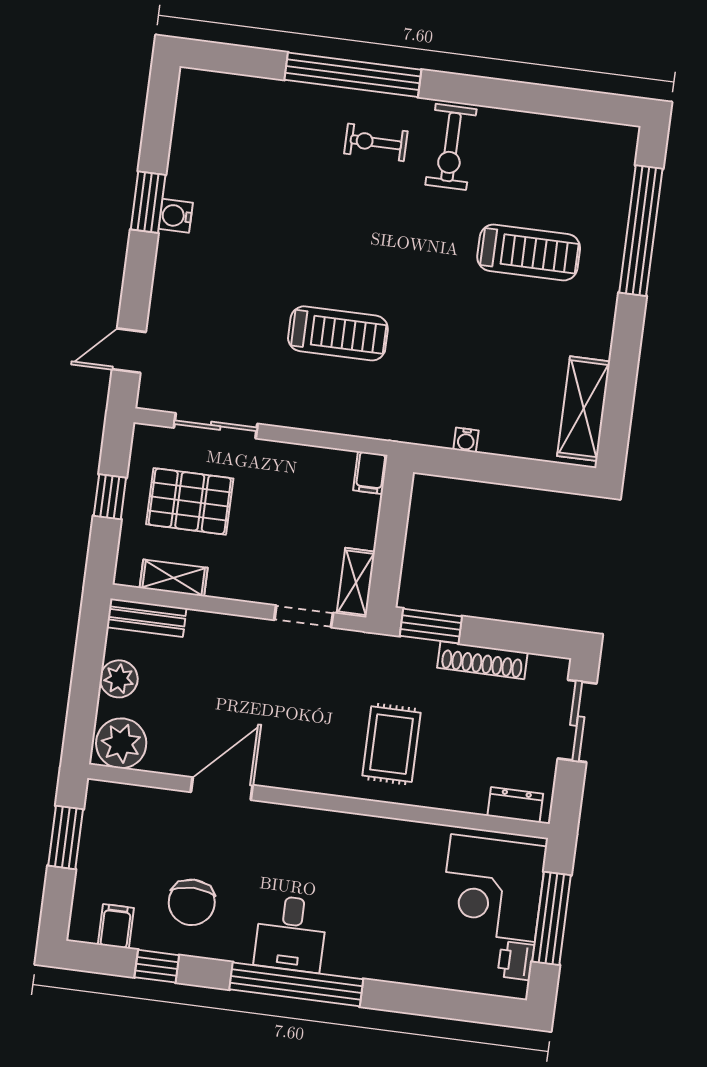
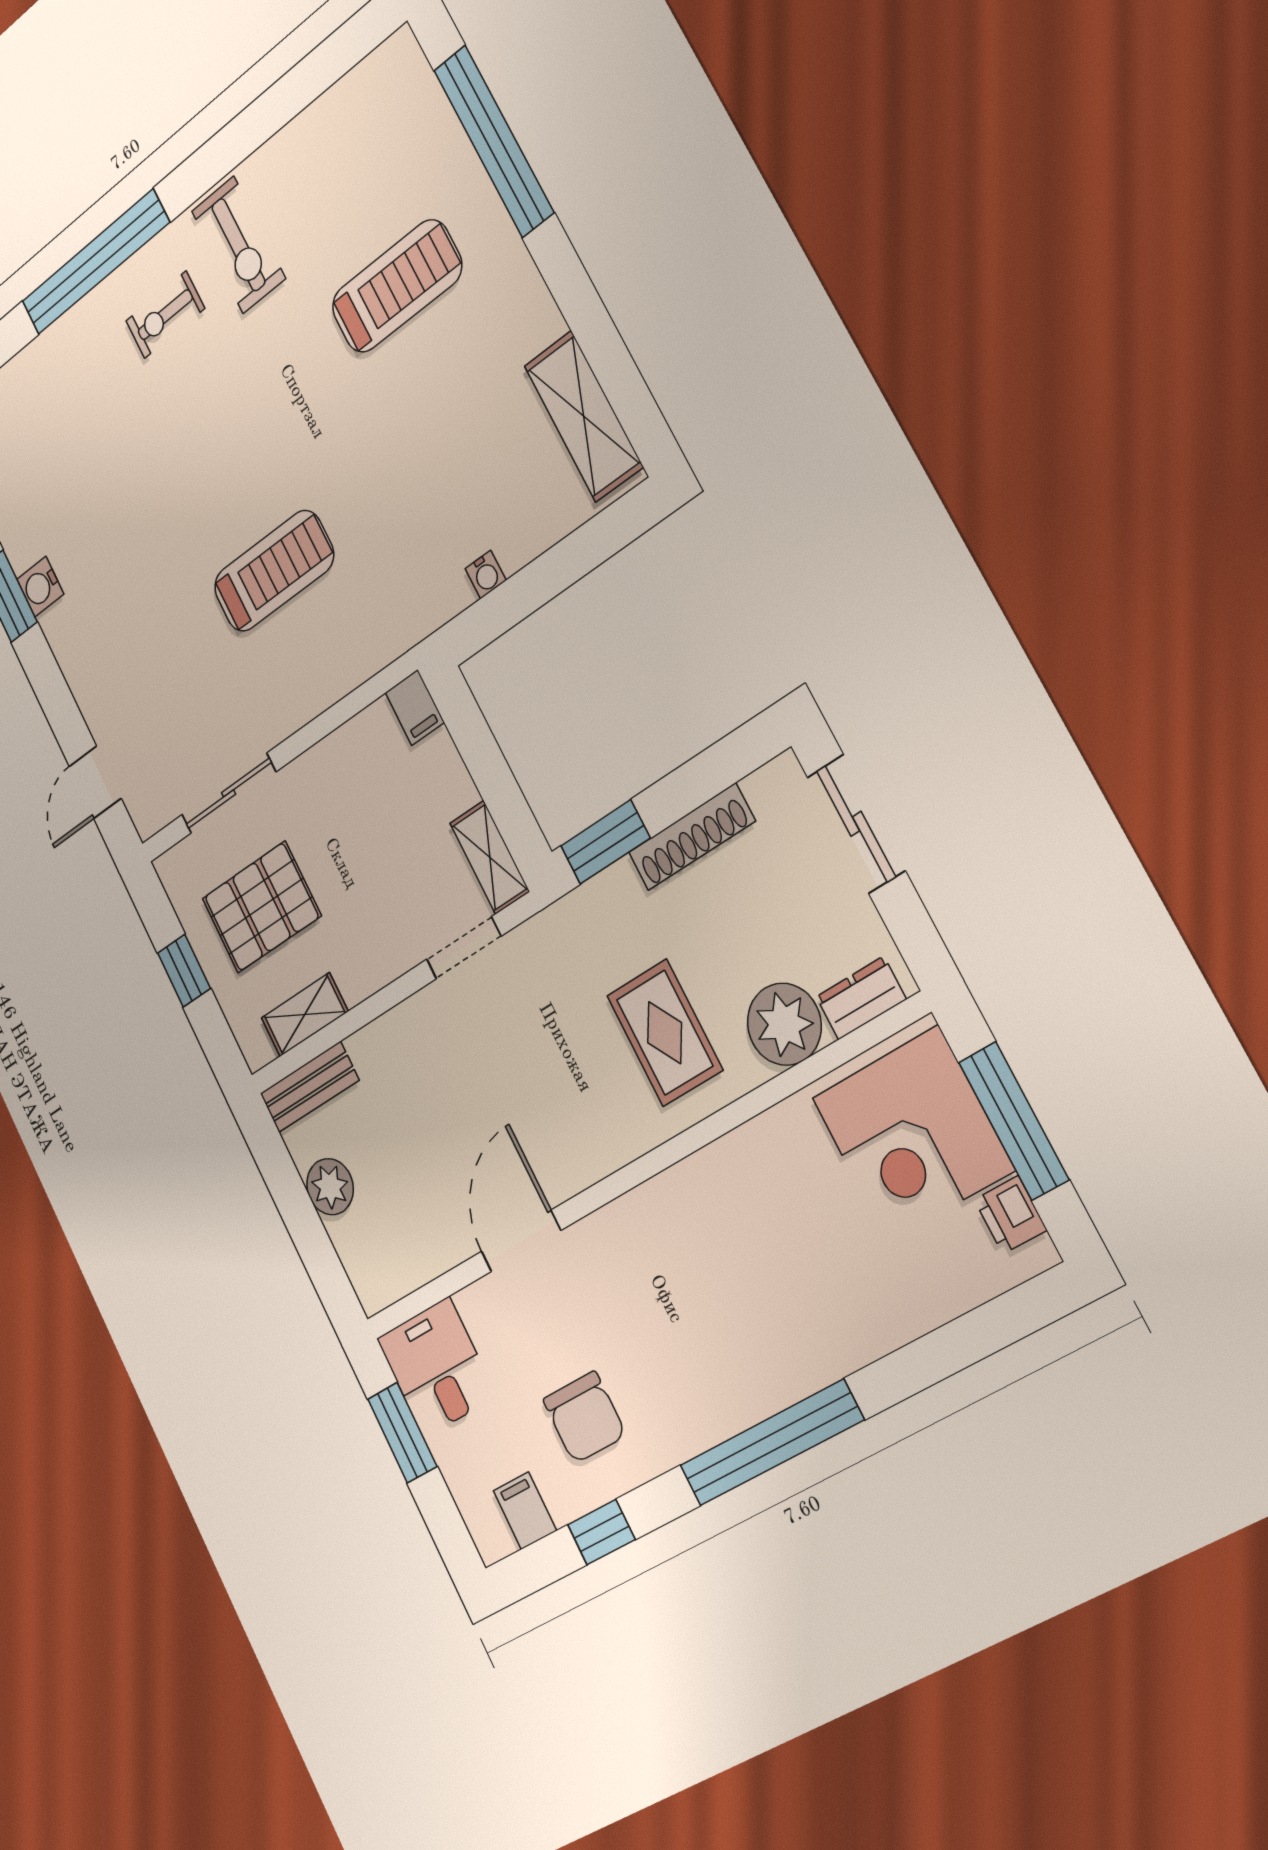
plant: (121, 743) -> (784, 1024), moved
desk: (291, 934) -> (436, 1367), moved, turned 180

